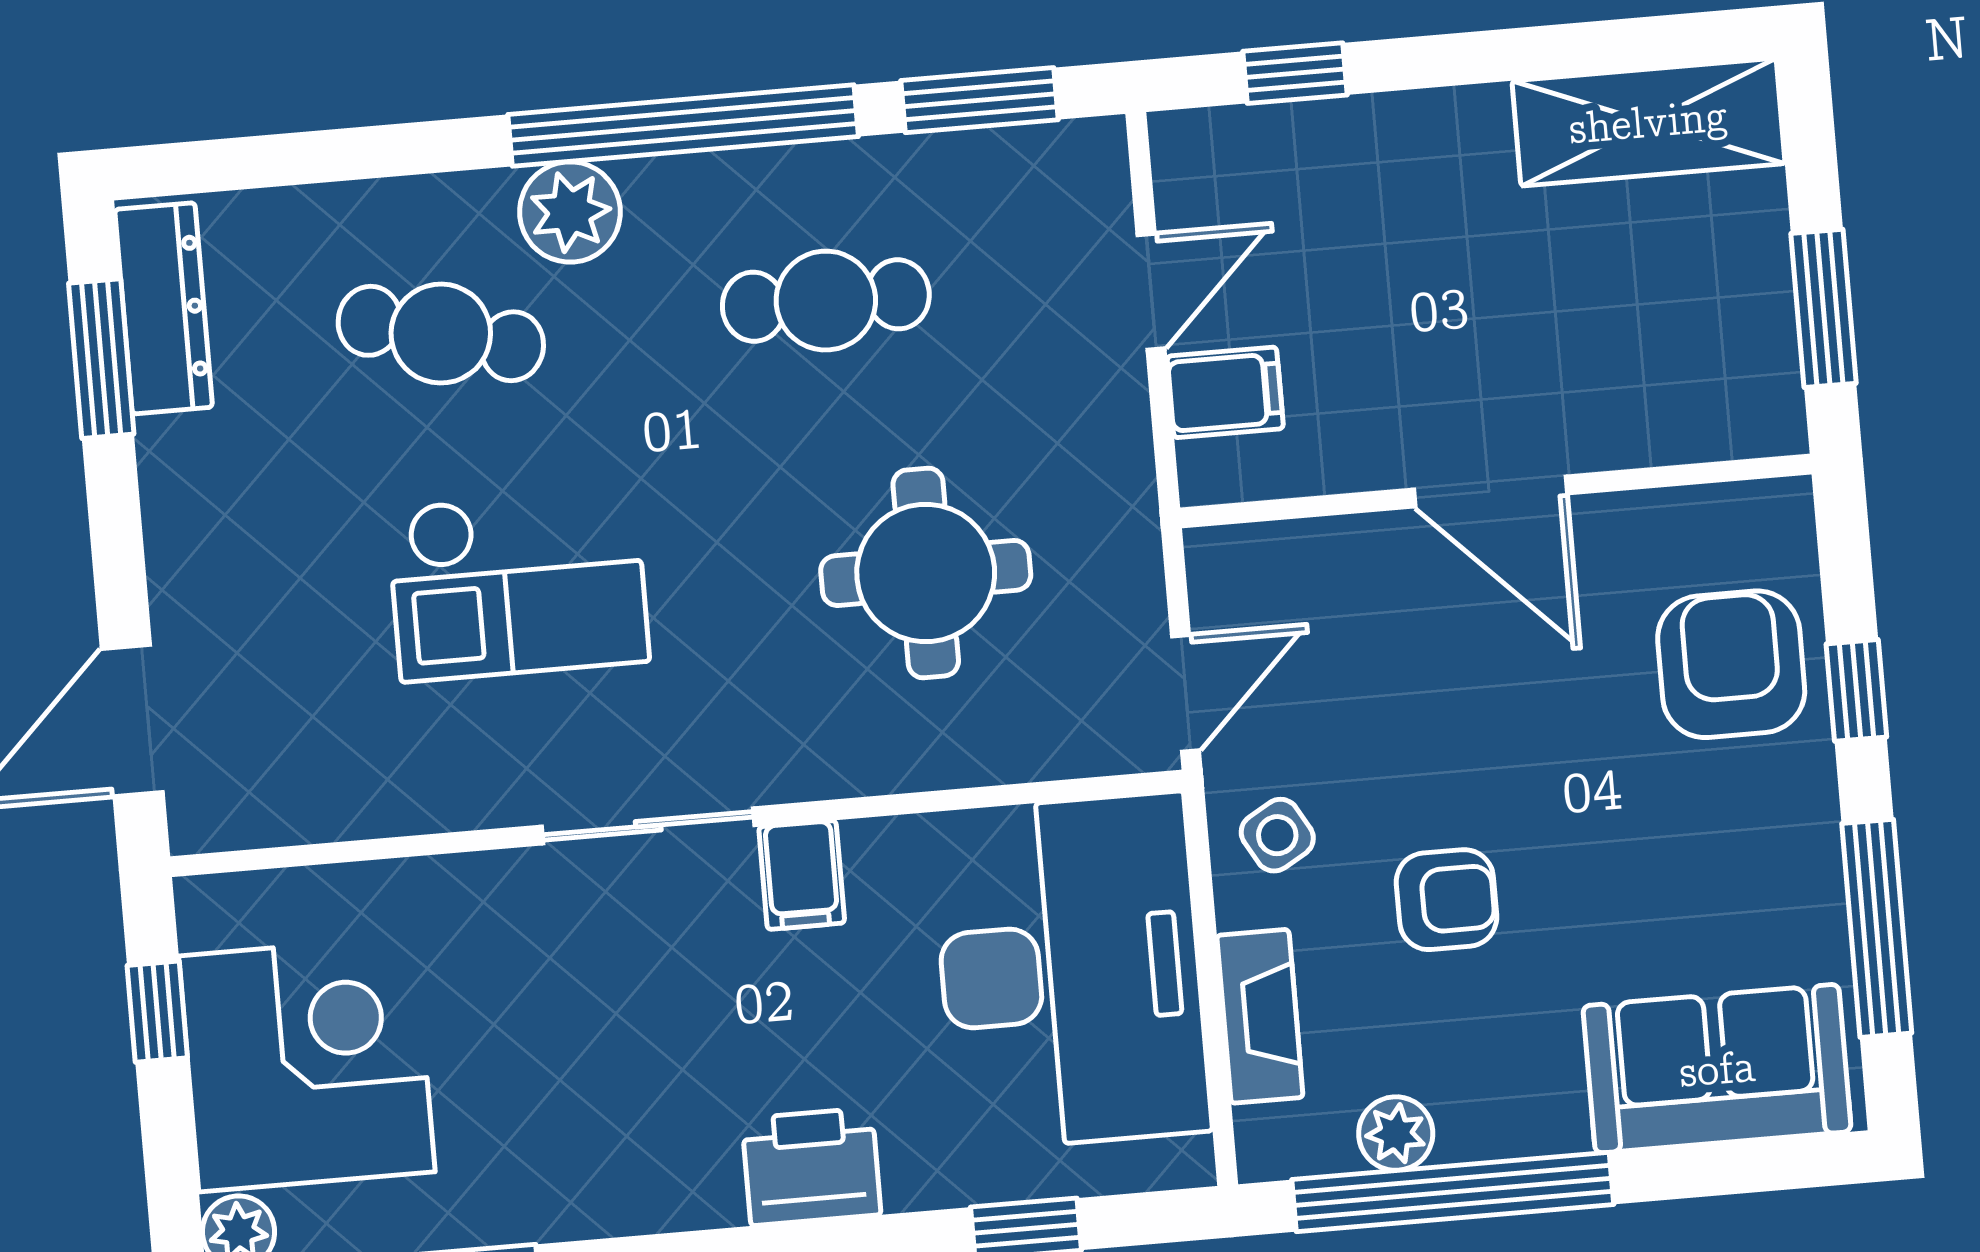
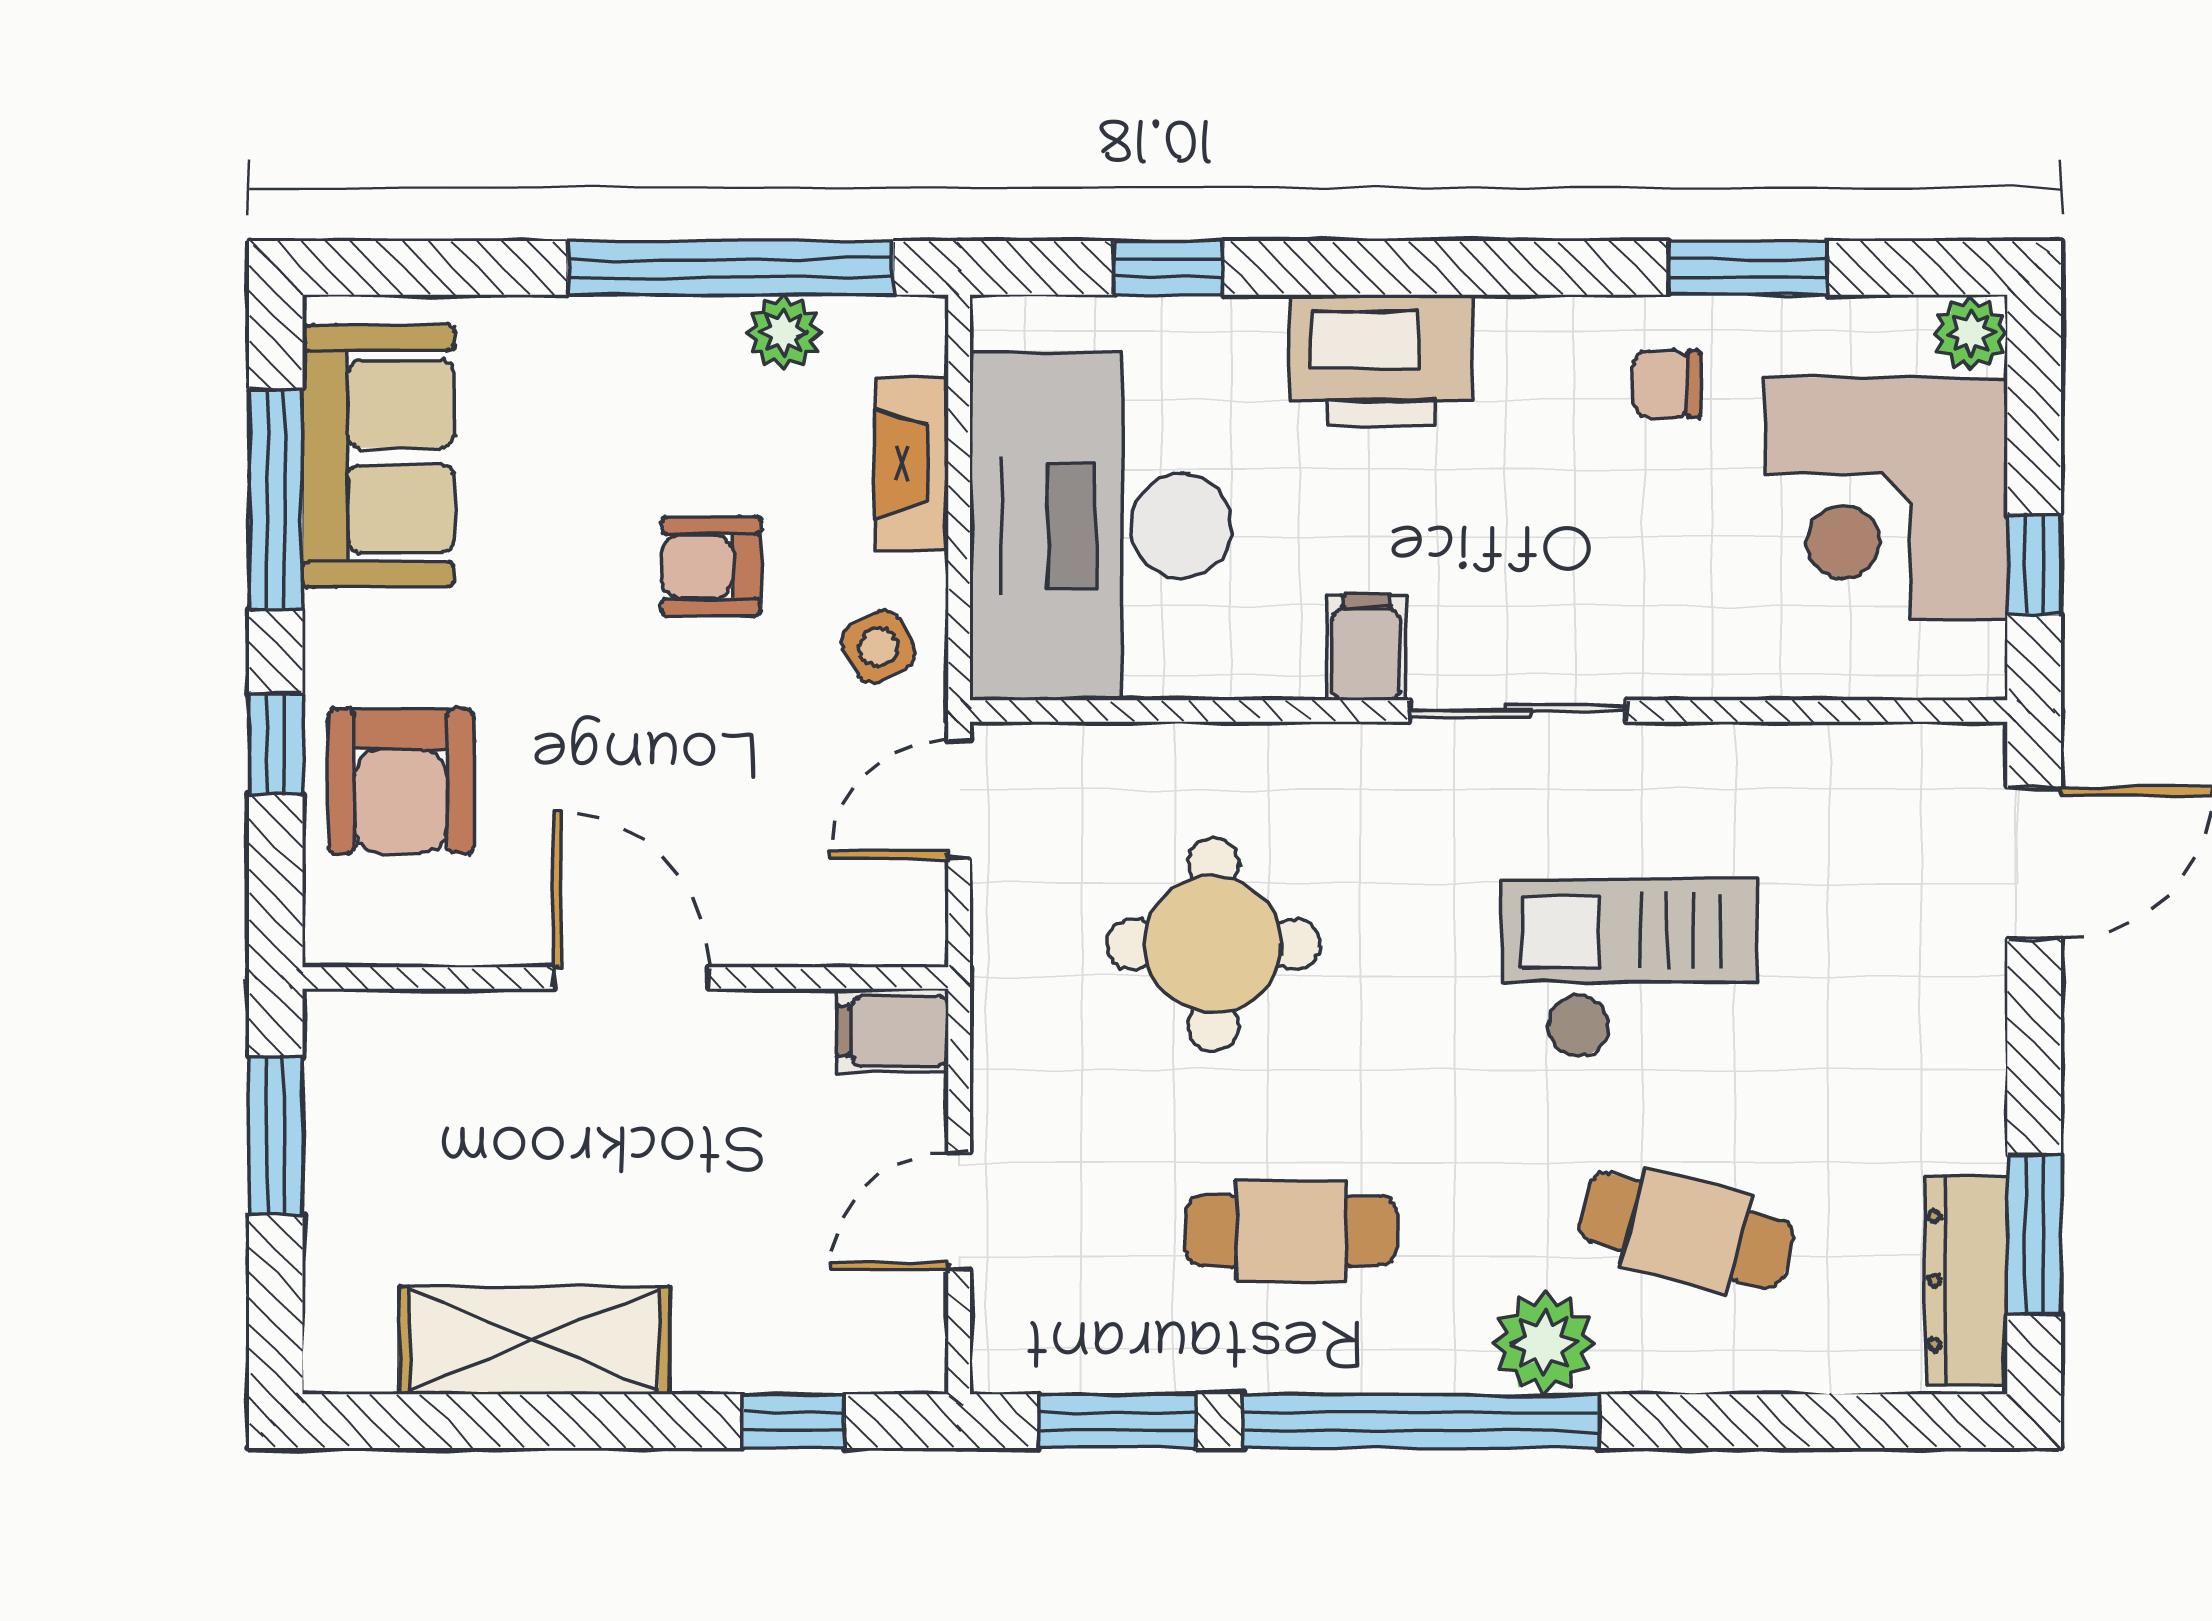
shelving: (1648, 122) -> (534, 1340), moved
filing cabinet: (1225, 392) -> (892, 1031), moved
sofa: (1717, 1069) -> (378, 456), moved, turned -90
chair: (530, 1157) -> (1667, 384), added
printer: (811, 1167) -> (1382, 360), width x1.37, depth x1.19

